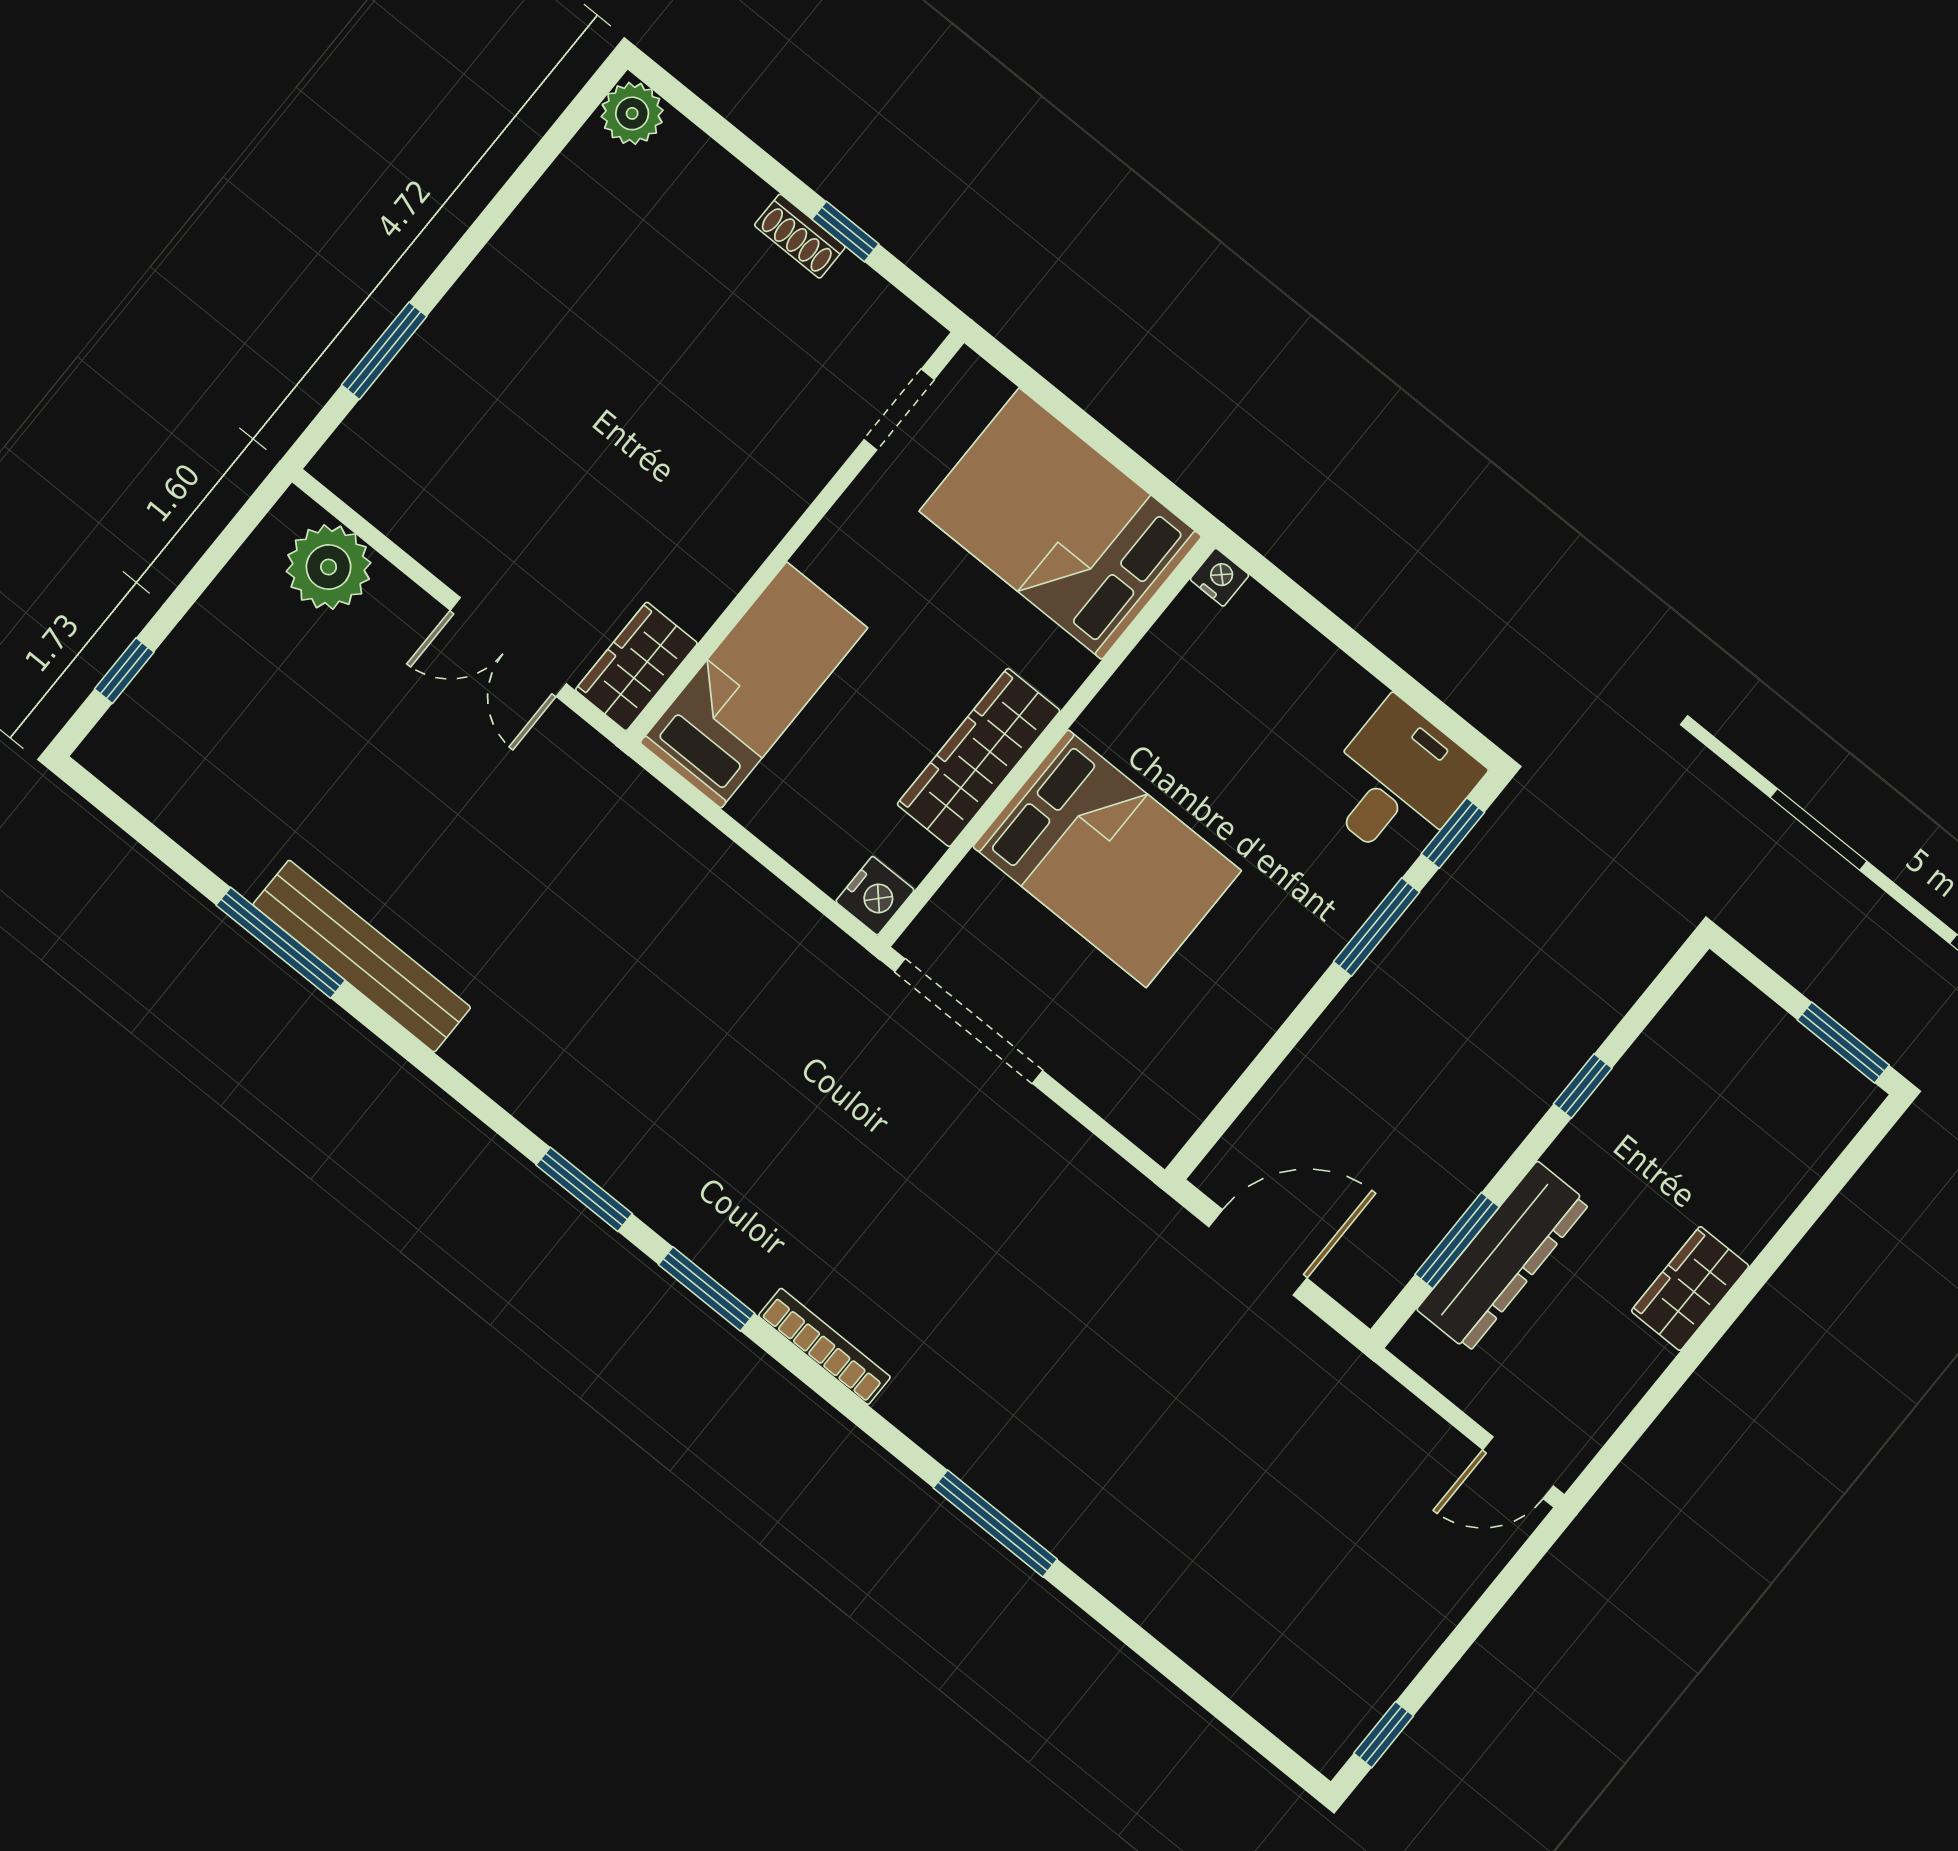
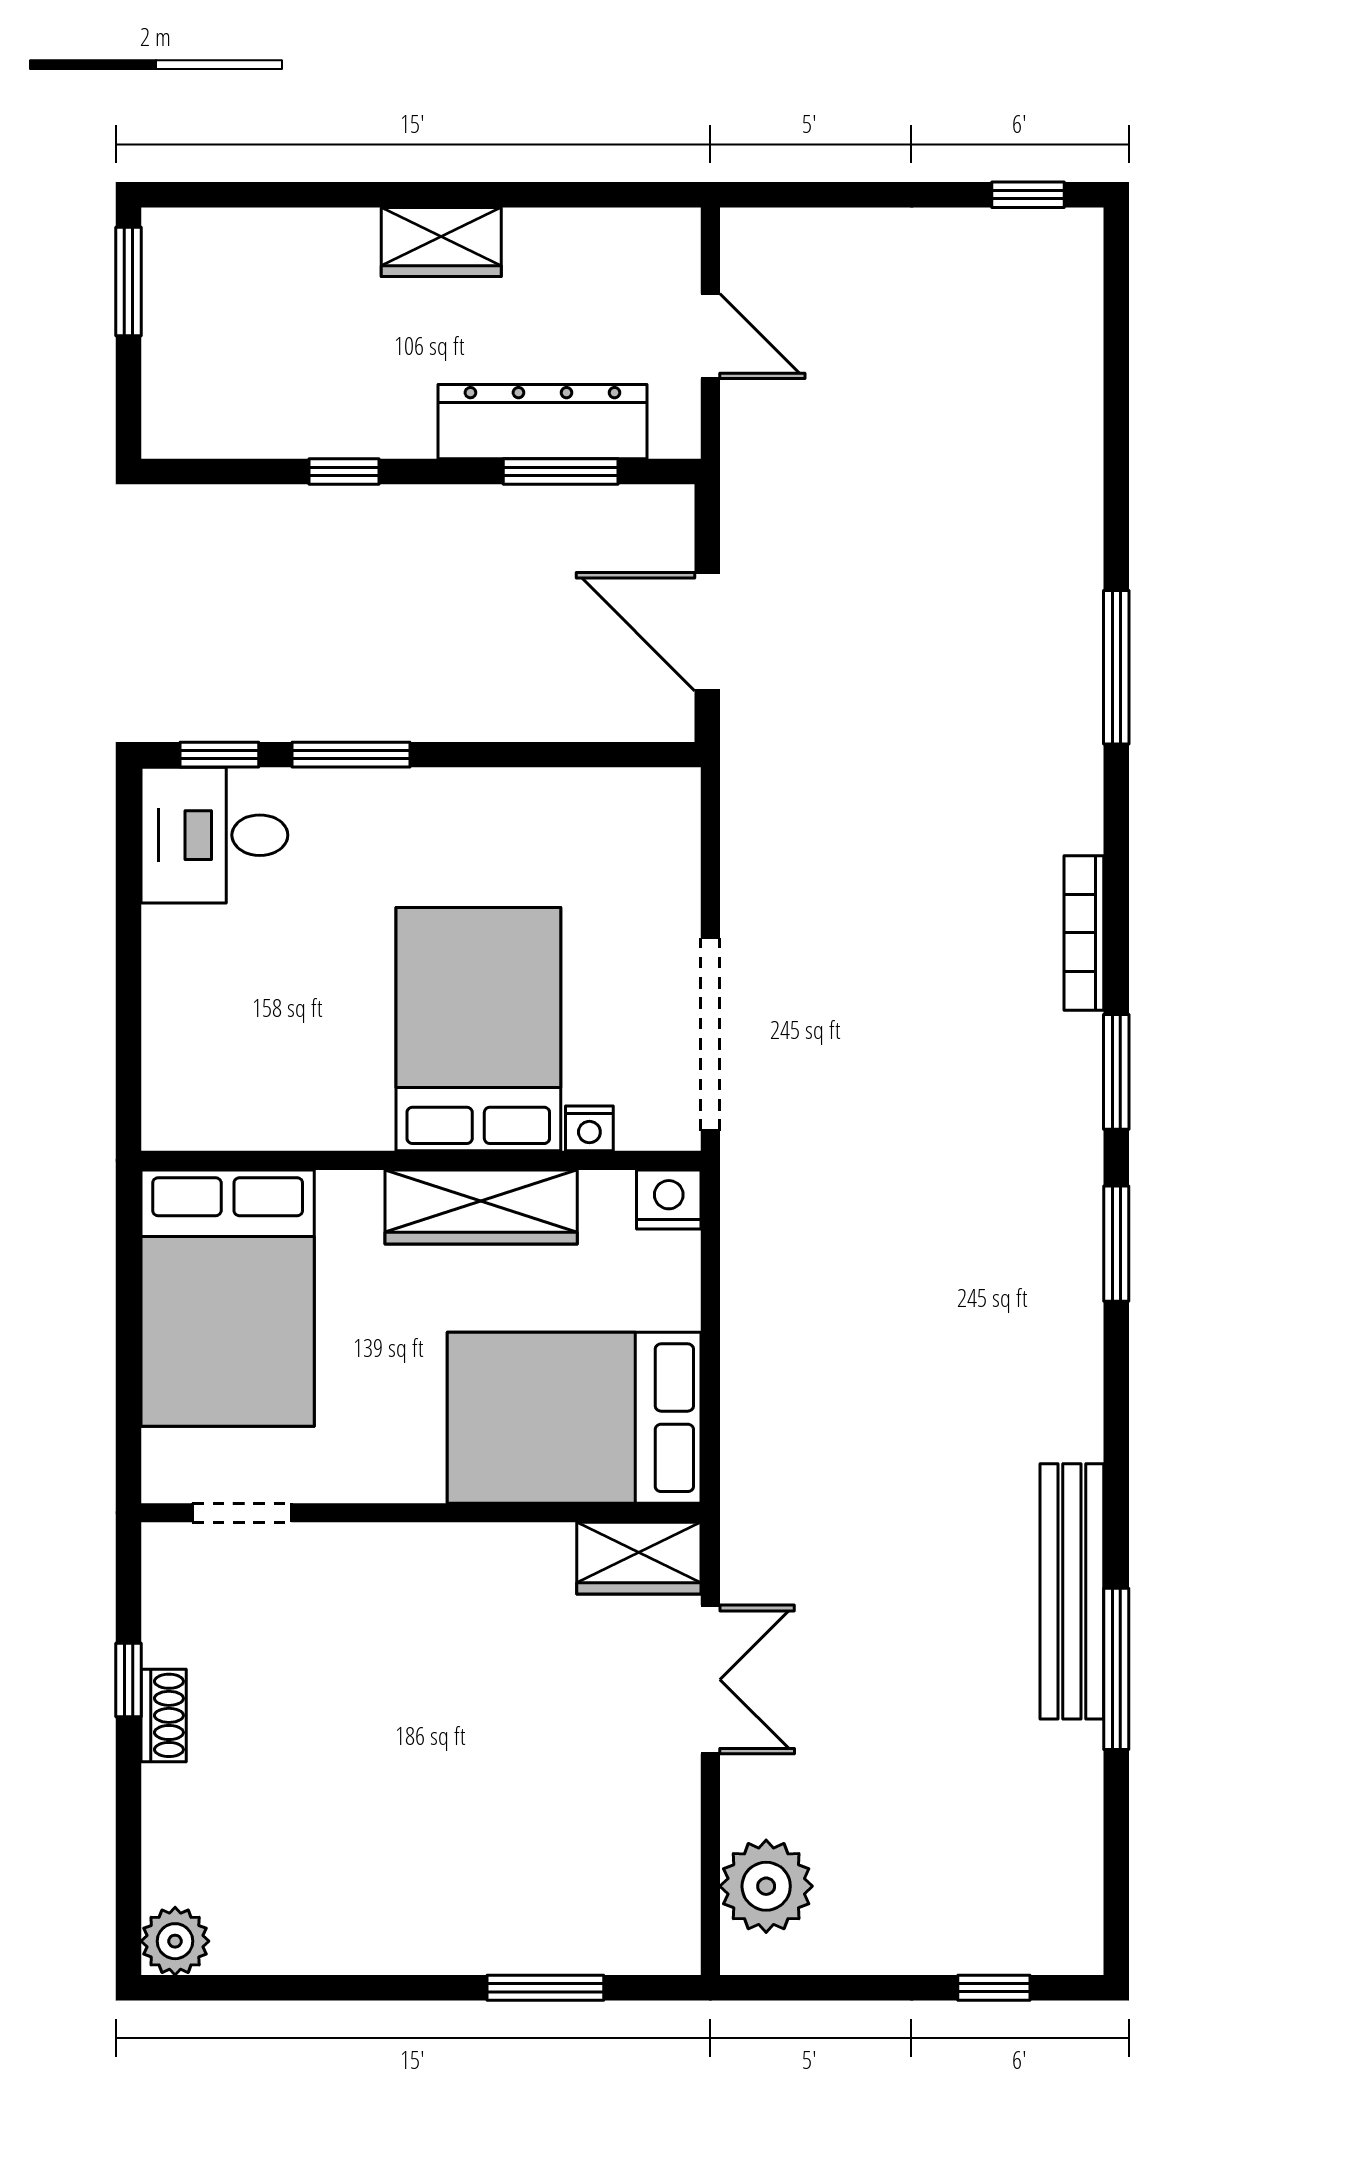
nightstand: (1220, 577) -> (589, 1128), moved, turned -90
bed: (754, 685) -> (574, 1418), width x1.50
door: (1518, 1468) -> (710, 336), moved

